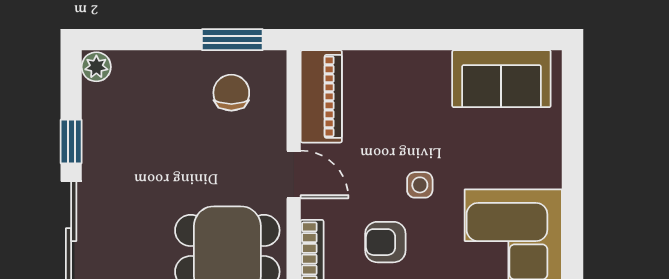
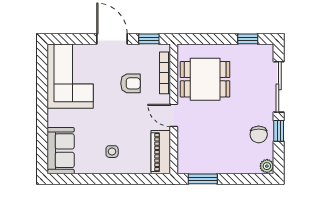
sofa: (501, 79) -> (61, 151), moved, turned 90
chair: (231, 93) -> (259, 134), moved
side table: (420, 185) -> (112, 152), moved

